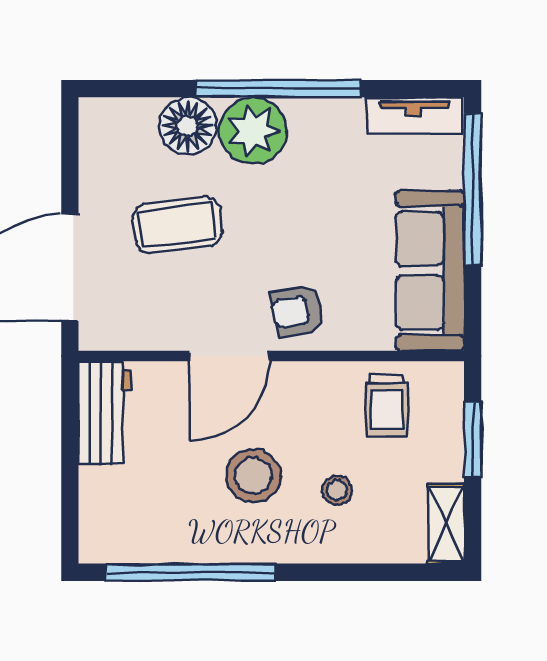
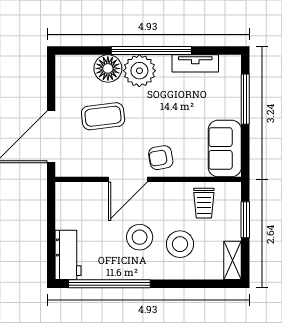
tv unit: (414, 115) -> (195, 63), moved
window: (473, 189) -> (245, 99), width x0.68
sofa: (430, 271) -> (225, 149), width x0.73
workbench: (105, 412) -> (68, 255), moved
stool: (337, 490) -> (180, 244), width x1.89, depth x1.89

